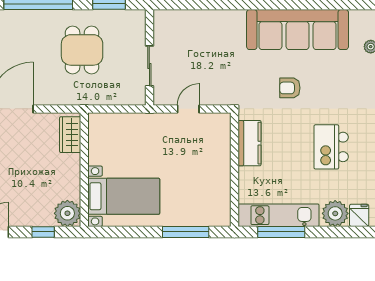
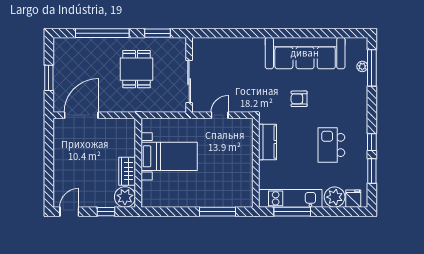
sliding door: (149, 66) -> (189, 82), width x1.37
wardrobe: (70, 135) -> (127, 171), moved
bed with nightstands: (124, 196) -> (169, 156), moved

